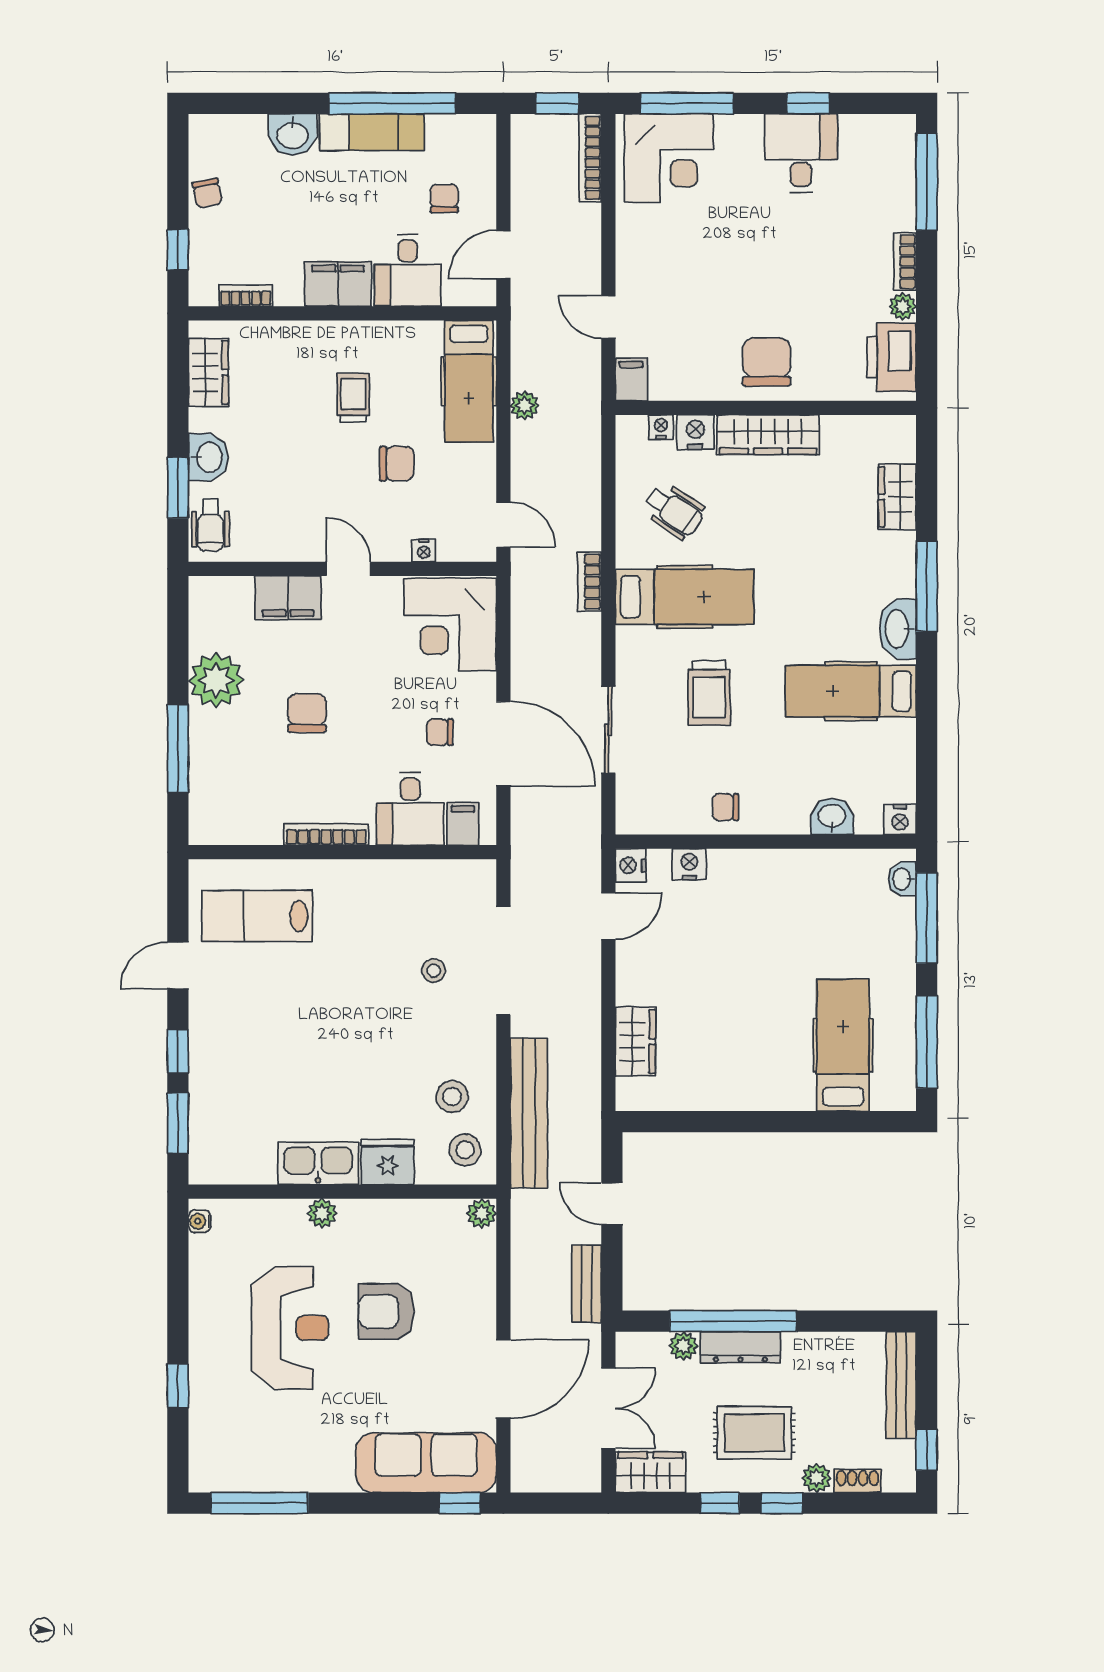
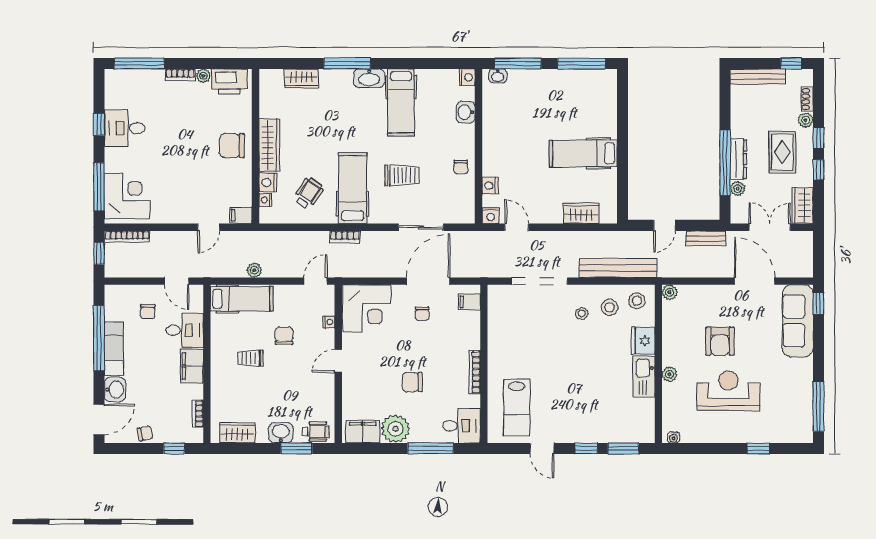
door: (234, 103) -> (99, 419), added
chair: (444, 198) -> (148, 312), turned -89
filing cabinet: (288, 598) -> (363, 432), moved, turned -90
desk: (410, 809) -> (462, 426), moved
stool: (434, 971) -> (582, 313), moved
hospital bed: (843, 1045) -> (583, 153), moved

